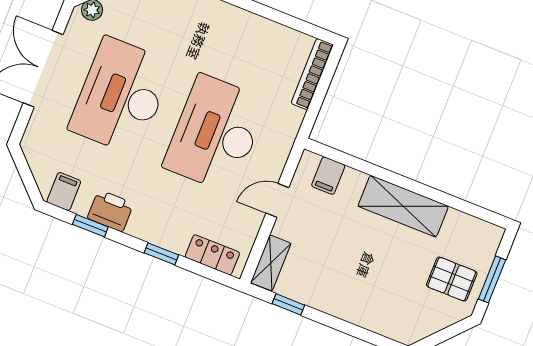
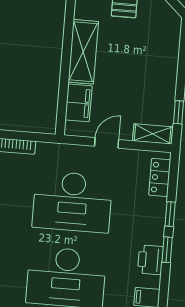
filing cabinet: (328, 176) -> (79, 103), width x2.00
door: (277, 200) -> (107, 143), swing flipped
window: (90, 226) -> (167, 250), moved

